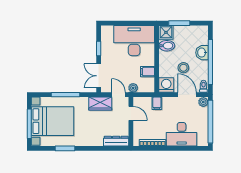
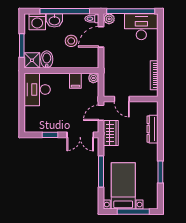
desk: (134, 41) -> (37, 89), width x0.73, depth x0.77
washing machine: (166, 85) -> (37, 22), moved, turned -90
plant: (133, 88) -> (93, 78), moved
filing cabinet: (157, 103) -> (110, 70), removed
door: (131, 113) -> (122, 99), swing flipped
bed with nightstands: (53, 121) -> (123, 186), width x0.73
desk: (182, 134) -> (141, 27), moved, turned -90
dresser: (116, 141) -> (153, 129), moved

